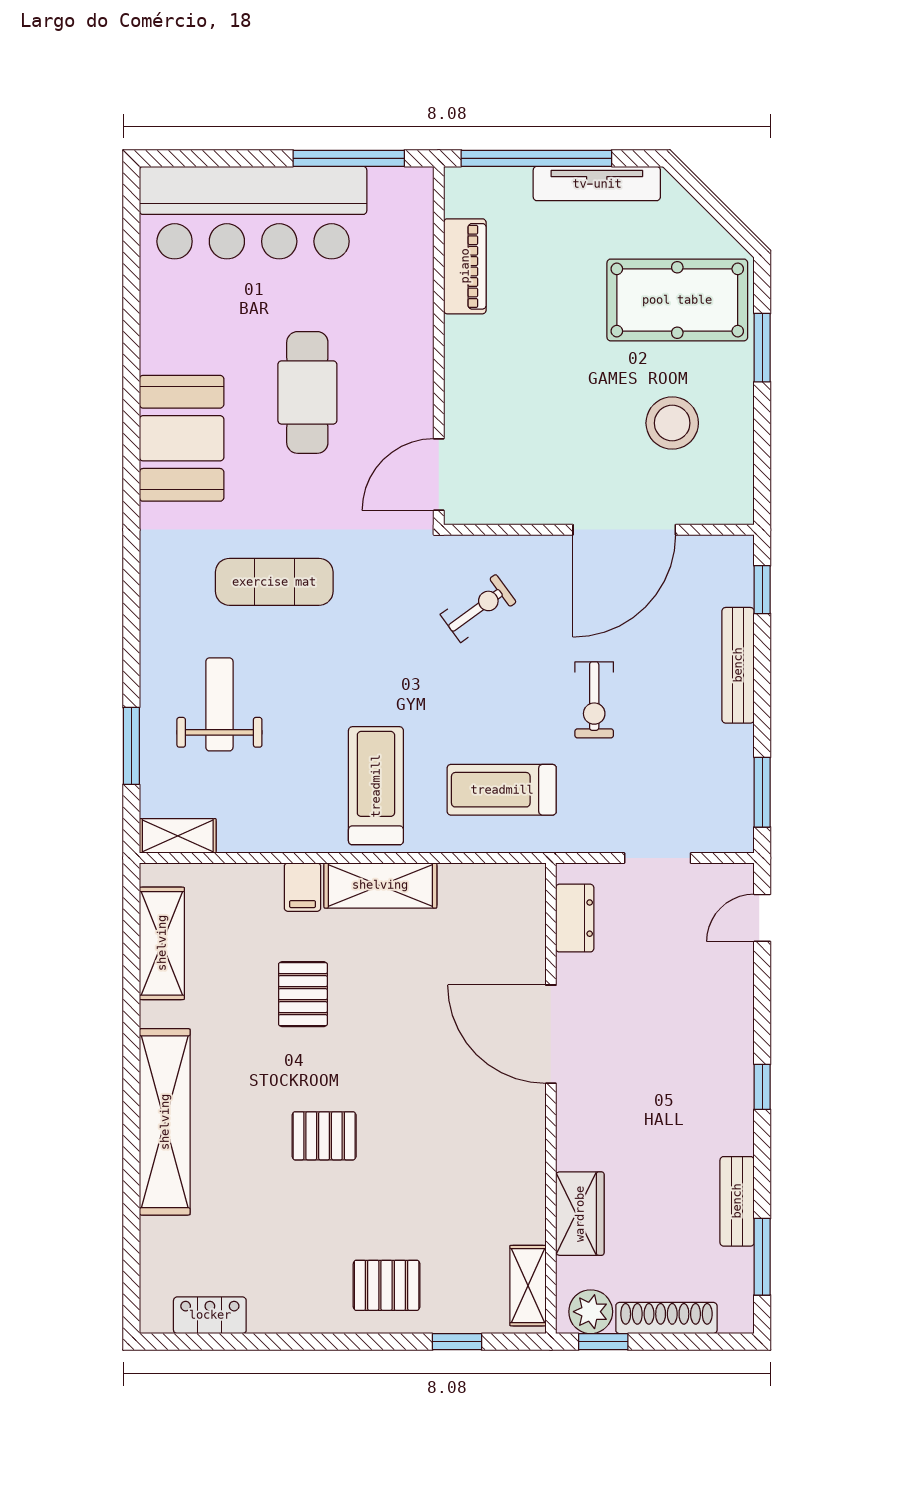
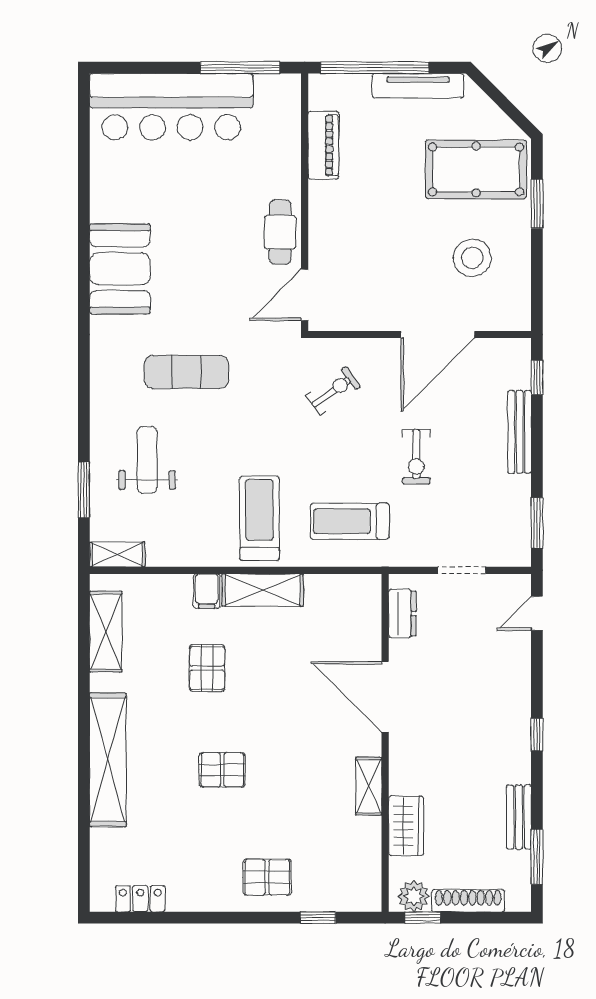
cafe table: (307, 392) -> (280, 232), moved, width x0.73, depth x0.74
shelving: (528, 1286) -> (369, 786), moved

